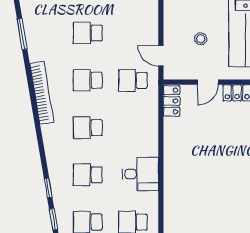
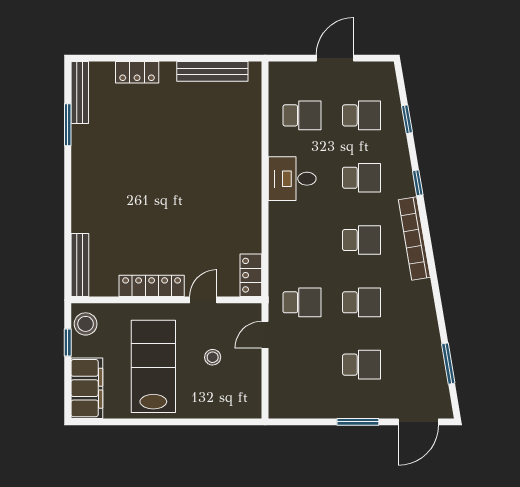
door: (161, 56) -> (265, 335), swing flipped
bookcase: (42, 93) -> (414, 238), moved
window: (48, 188) -> (418, 183), moved

